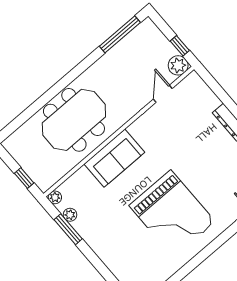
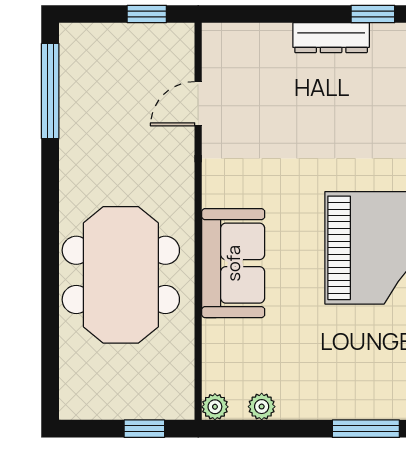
plant: (178, 65) -> (175, 43), removed
door: (163, 94) -> (198, 104), hinge flipped
window: (68, 229) -> (366, 429), moved

